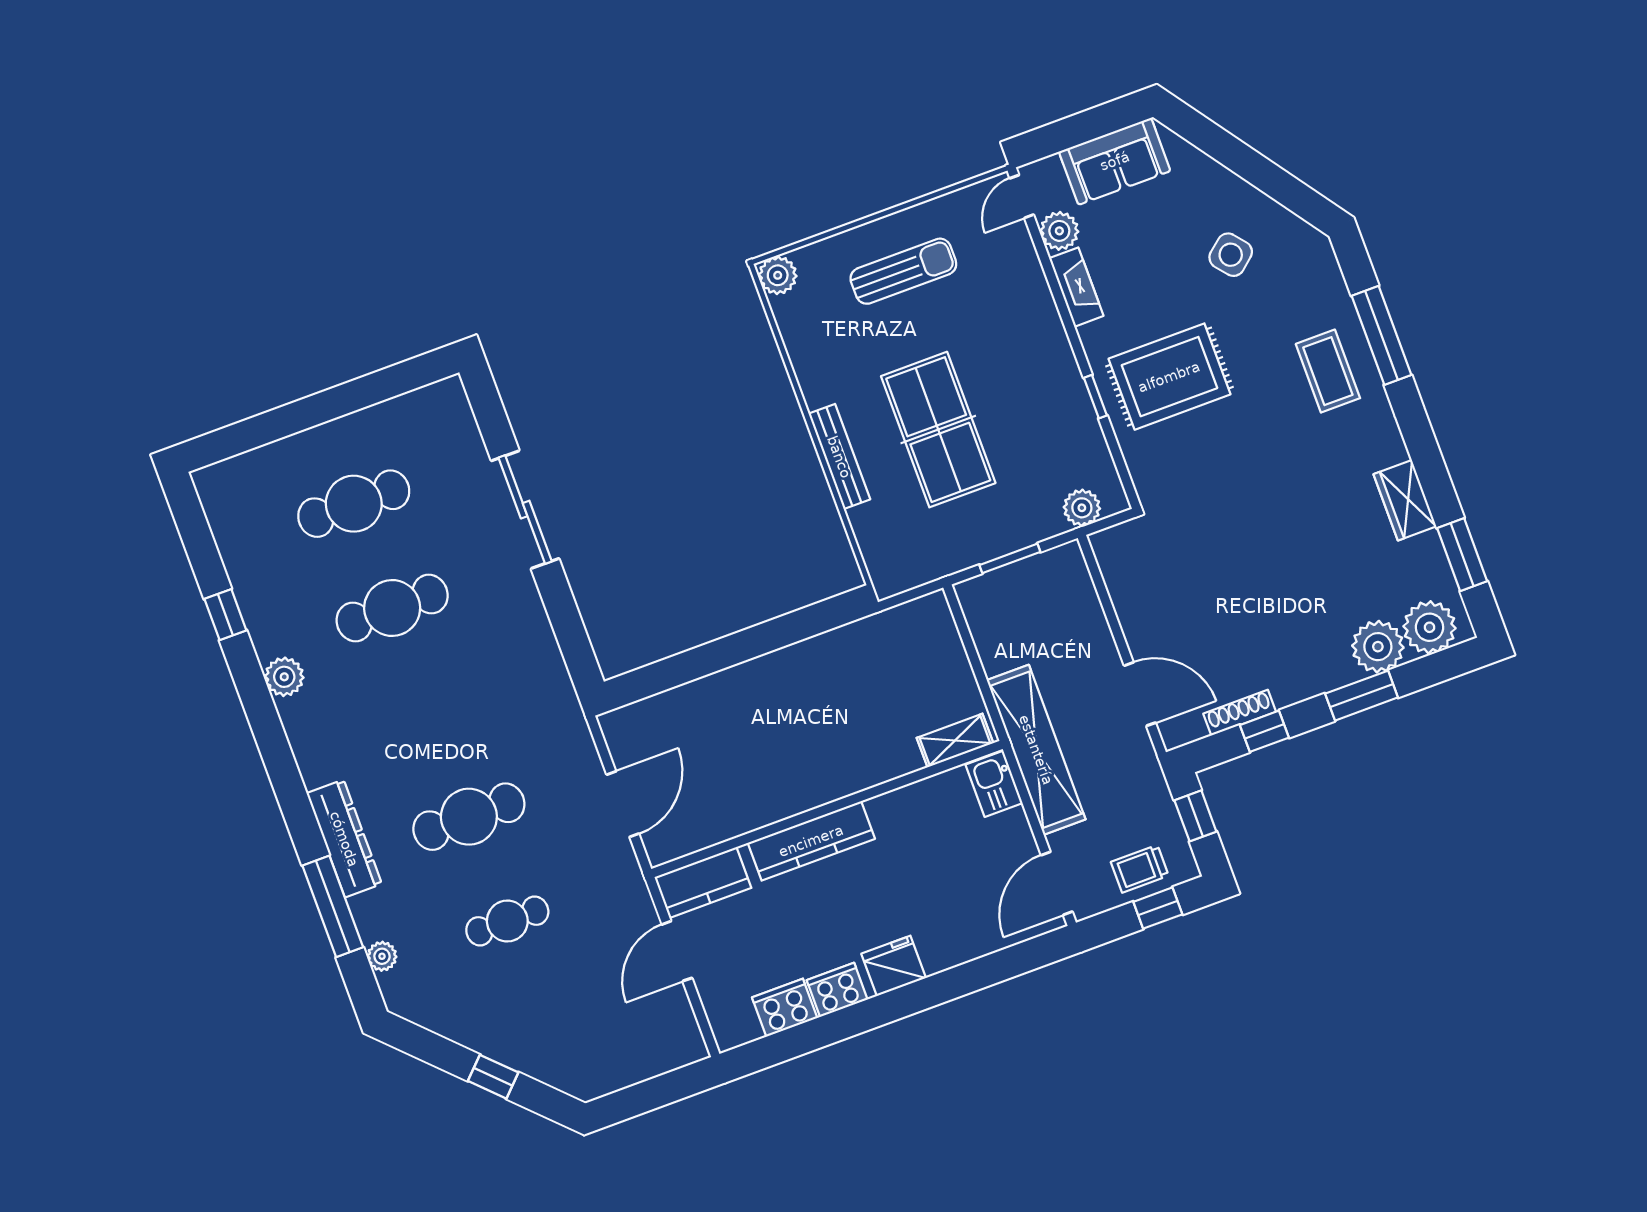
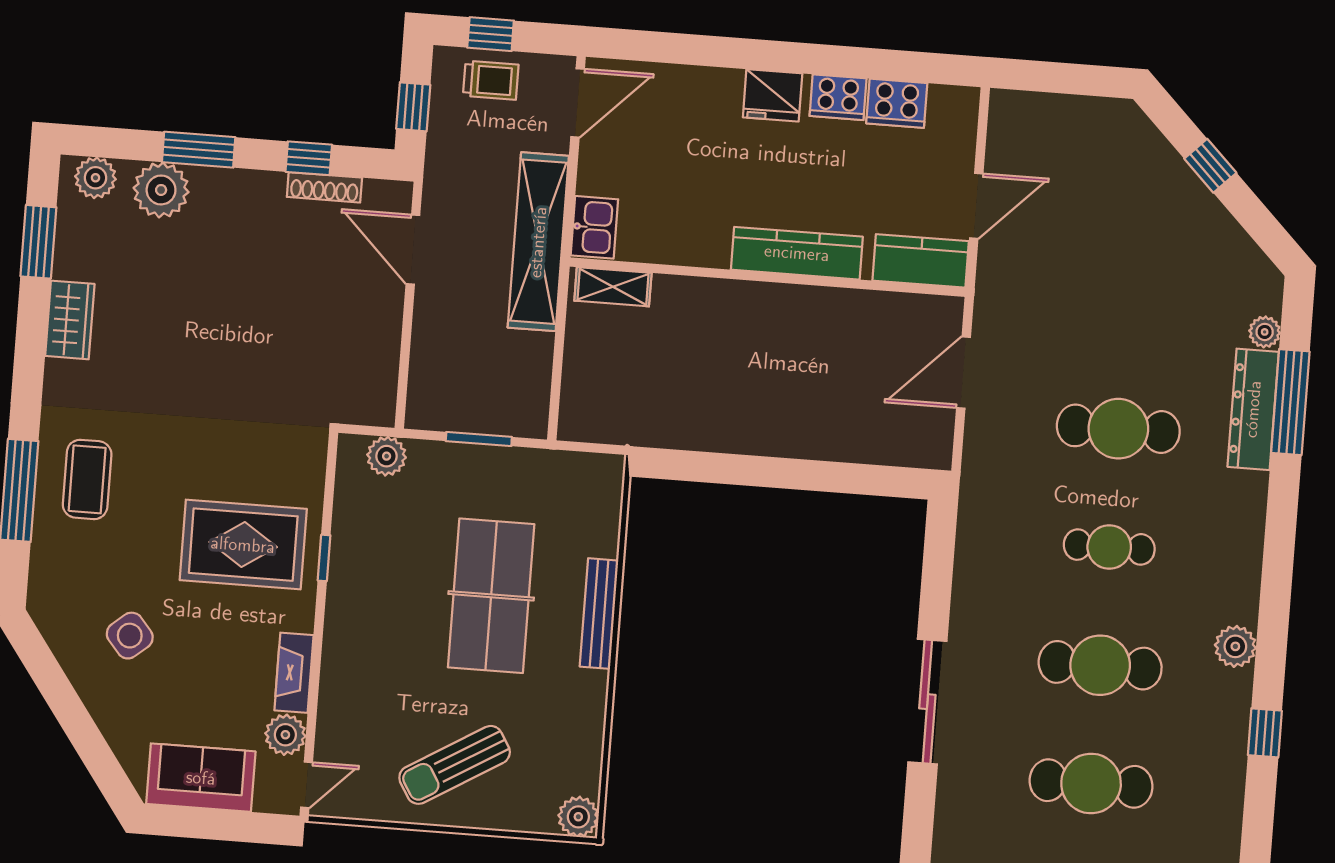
sun lounger: (903, 271) -> (455, 765), turned -31
plant: (1430, 627) -> (95, 178), width x0.73, depth x0.73
dresser: (344, 839) -> (1253, 409), moved
cafe table: (507, 921) -> (1109, 547), moved

